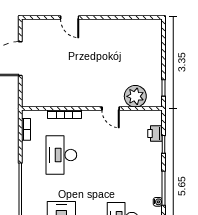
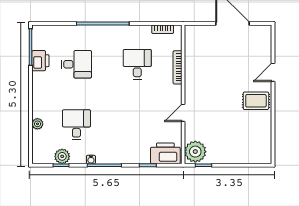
rug: (98, 35) -> (256, 101), added
plant: (135, 96) -> (195, 152), moved
printer: (155, 133) -> (165, 153), width x1.87, depth x1.48
desk: (61, 155) -> (137, 64), width x0.73

